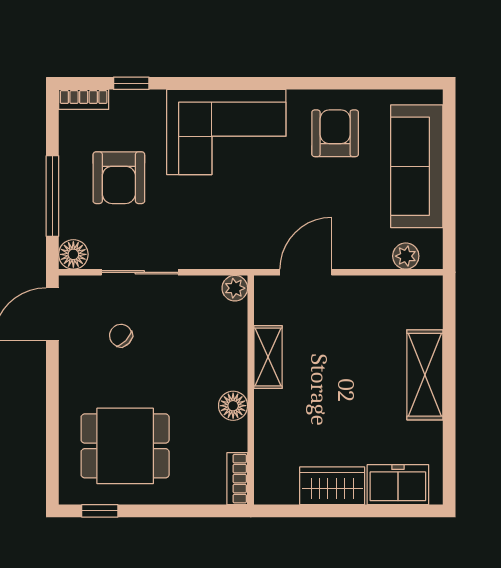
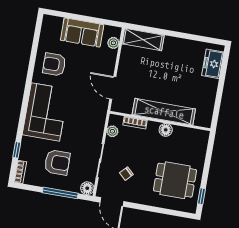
sofa: (417, 166) -> (82, 33), width x0.73
plant: (235, 288) -> (112, 131), moved
shelving: (268, 357) -> (164, 112), width x2.20, depth x1.33
shelving: (425, 375) -> (143, 39), moved
dining table: (125, 446) -> (175, 180), turned 90
bookcase: (237, 479) -> (135, 123), moved
wardrobe: (332, 486) -> (208, 93), removed

